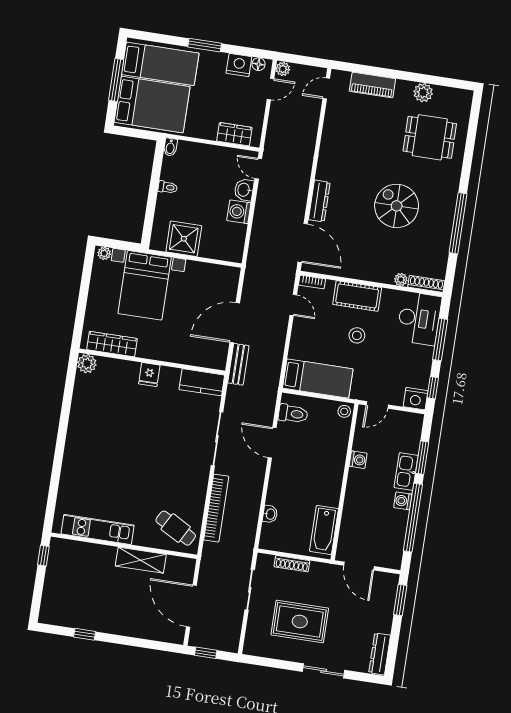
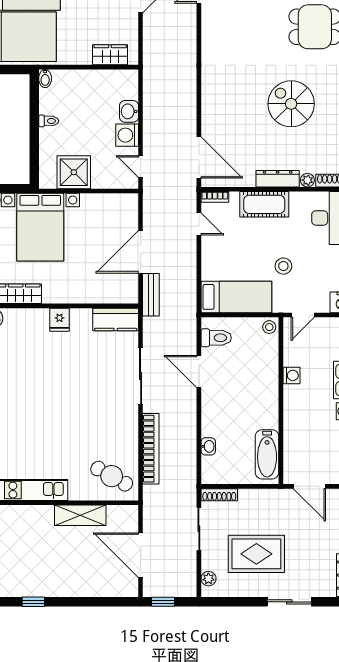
door: (258, 169) -> (141, 166), moved
dresser: (319, 201) -> (278, 179), moved, turned -90
stool: (357, 335) -> (283, 266), moved
shoe rack: (292, 564) -> (219, 495), moved
plant: (252, 638) -> (208, 579), added

